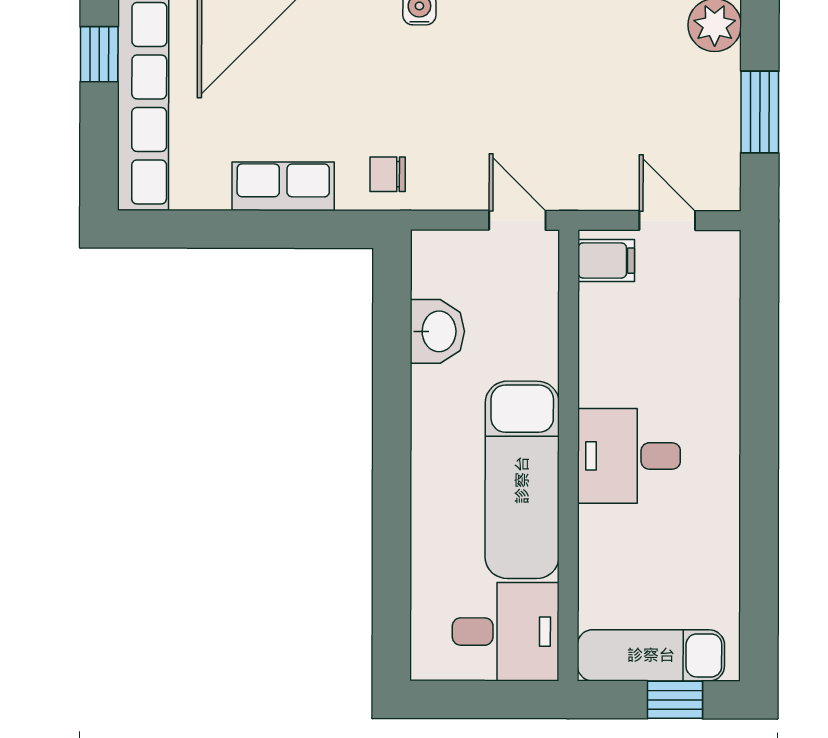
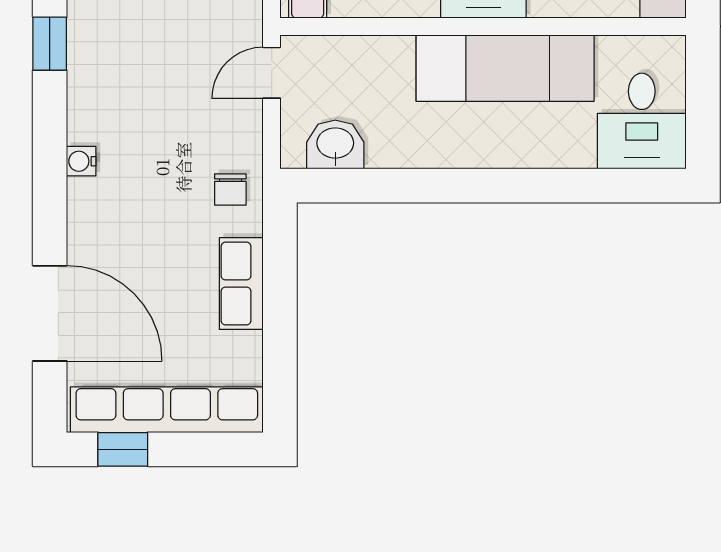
washbasin: (437, 331) -> (335, 145), moved
desk: (506, 632) -> (642, 121), moved, turned 180

